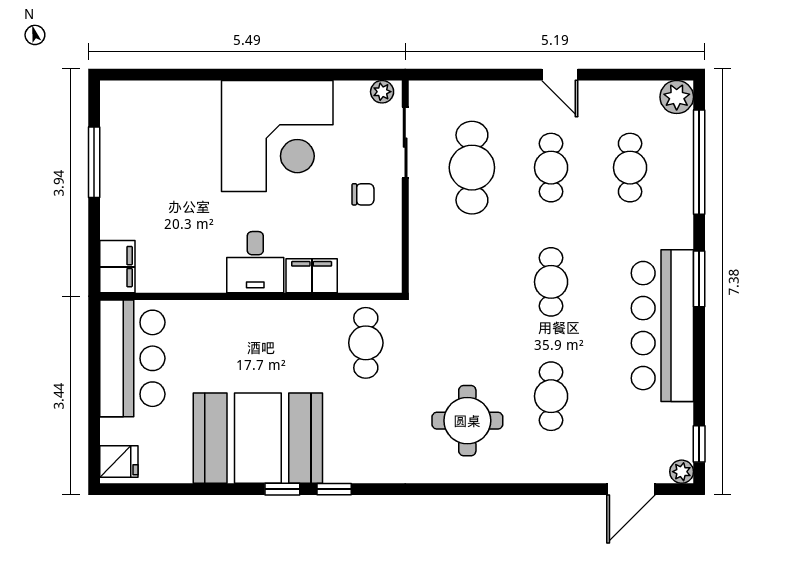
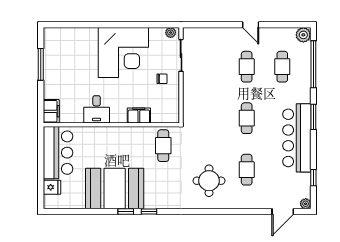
cafe table: (472, 168) -> (211, 67), removed
desk: (255, 262) -> (97, 109), moved
window: (699, 444) -> (313, 178), moved
fridge: (119, 461) -> (52, 187), moved

